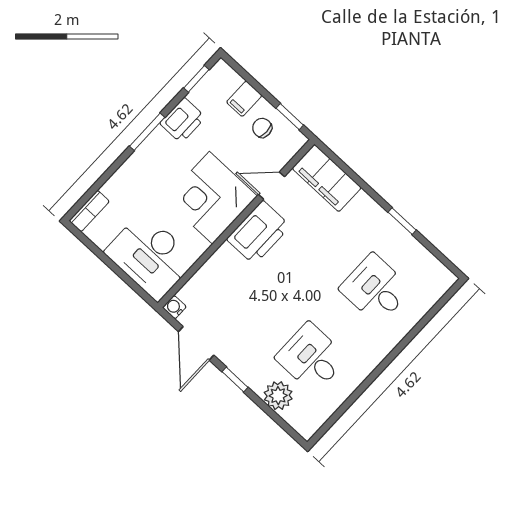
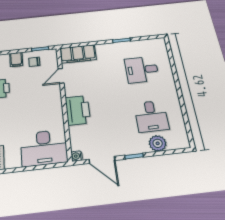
corner desk: (211, 198) -> (43, 103), removed
printer: (258, 233) -> (78, 110), moved
desk: (311, 358) -> (151, 116), turned -90

